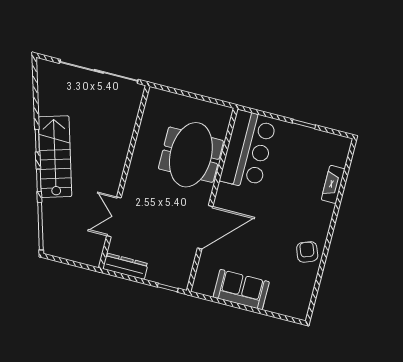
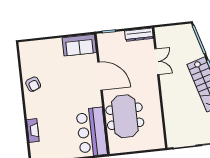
door: (205, 227) -> (100, 76), swing flipped
sofa: (241, 290) -> (79, 45), moved

